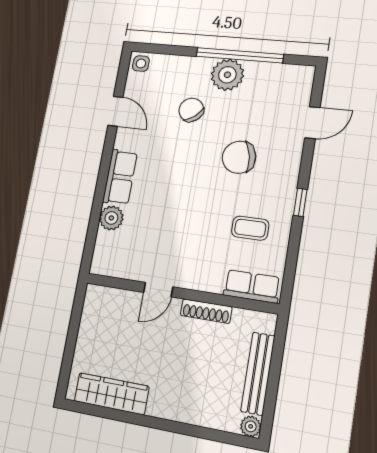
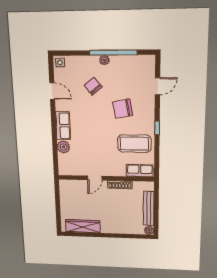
plant: (227, 75) -> (104, 60), width x0.53, depth x0.53
coffee table: (250, 228) -> (134, 144), width x1.86, depth x1.72

